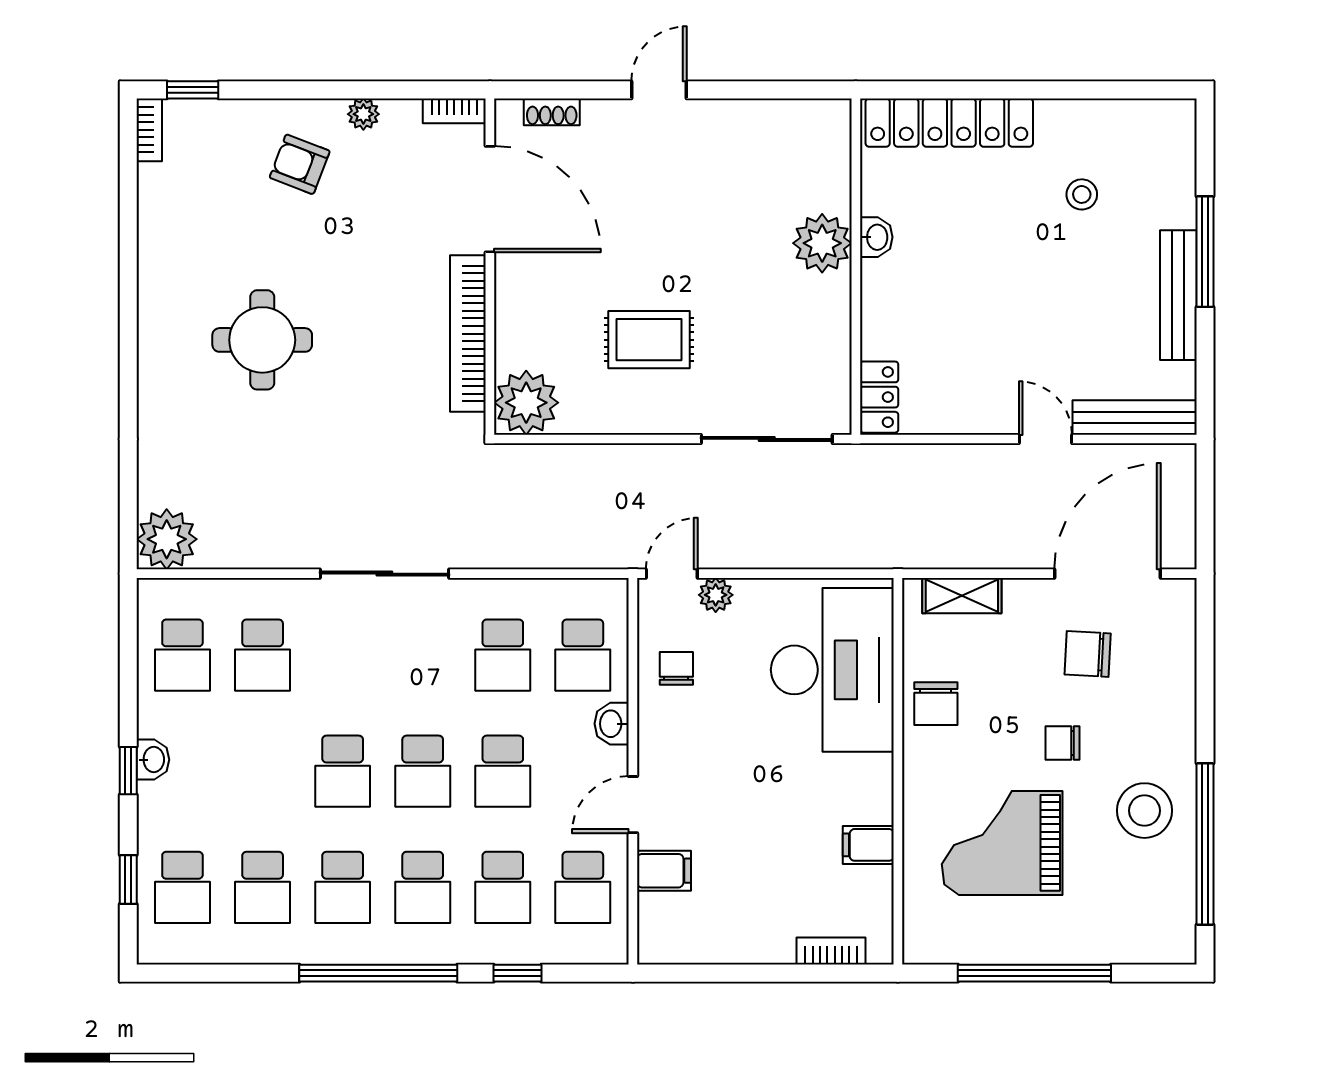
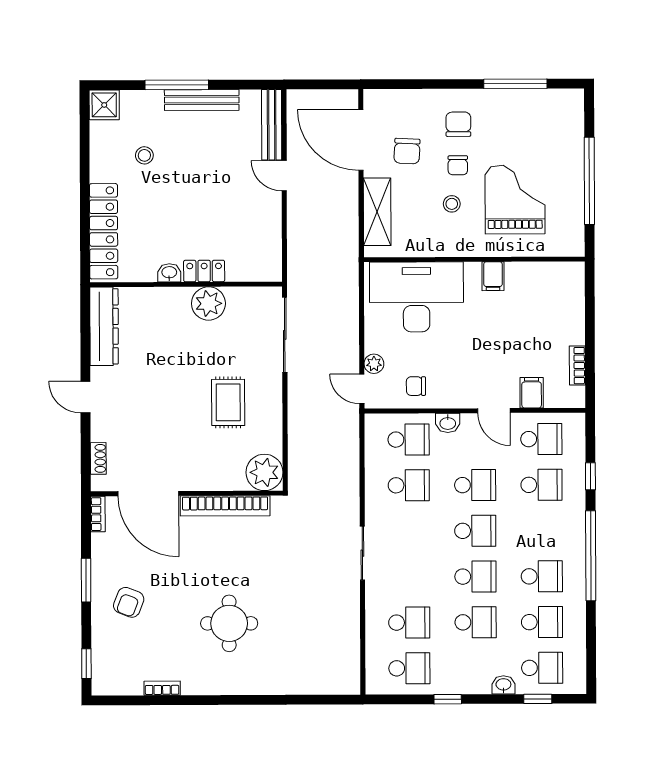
window: (339, 90) -> (86, 580), added
plant: (363, 114) -> (100, 566), removed
dresser: (783, 123) -> (104, 326), added
shower: (1170, 124) -> (104, 105), added
bookcase: (149, 130) -> (162, 688), moved
door: (490, 199) -> (148, 494), swing flipped
plant: (822, 243) -> (208, 303), moved
locker: (879, 397) -> (204, 271), moved
door: (1045, 439) -> (284, 176), hinge flipped
plant: (167, 539) -> (343, 678), removed
sliding door: (384, 574) -> (362, 553), width x0.73
shelving: (962, 596) -> (377, 212), width x1.50, depth x1.33
chair: (936, 704) -> (458, 124), moved, turned -90
washbasin: (153, 760) -> (503, 685), moved
window: (128, 771) -> (448, 699), moved
stool: (1144, 811) -> (452, 204), moved, width x0.53, depth x0.53
grand piano: (1002, 843) -> (515, 200), turned 180
window: (1205, 844) -> (515, 84), width x0.68
filing cabinet: (868, 845) -> (493, 276), moved
school desk: (423, 887) -> (476, 622), moved
bookcase: (831, 951) -> (577, 366), moved

